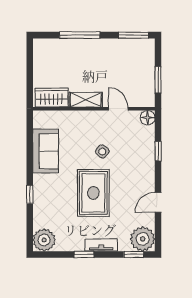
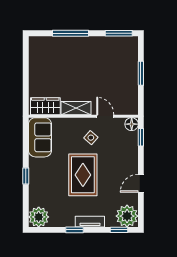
wardrobe: (51, 98) -> (45, 106), moved
shelving: (86, 100) -> (76, 108), moved
wall: (94, 109) -> (83, 116), moved
door: (118, 109) -> (105, 116), moved
floor lamp: (148, 118) -> (132, 124), moved

